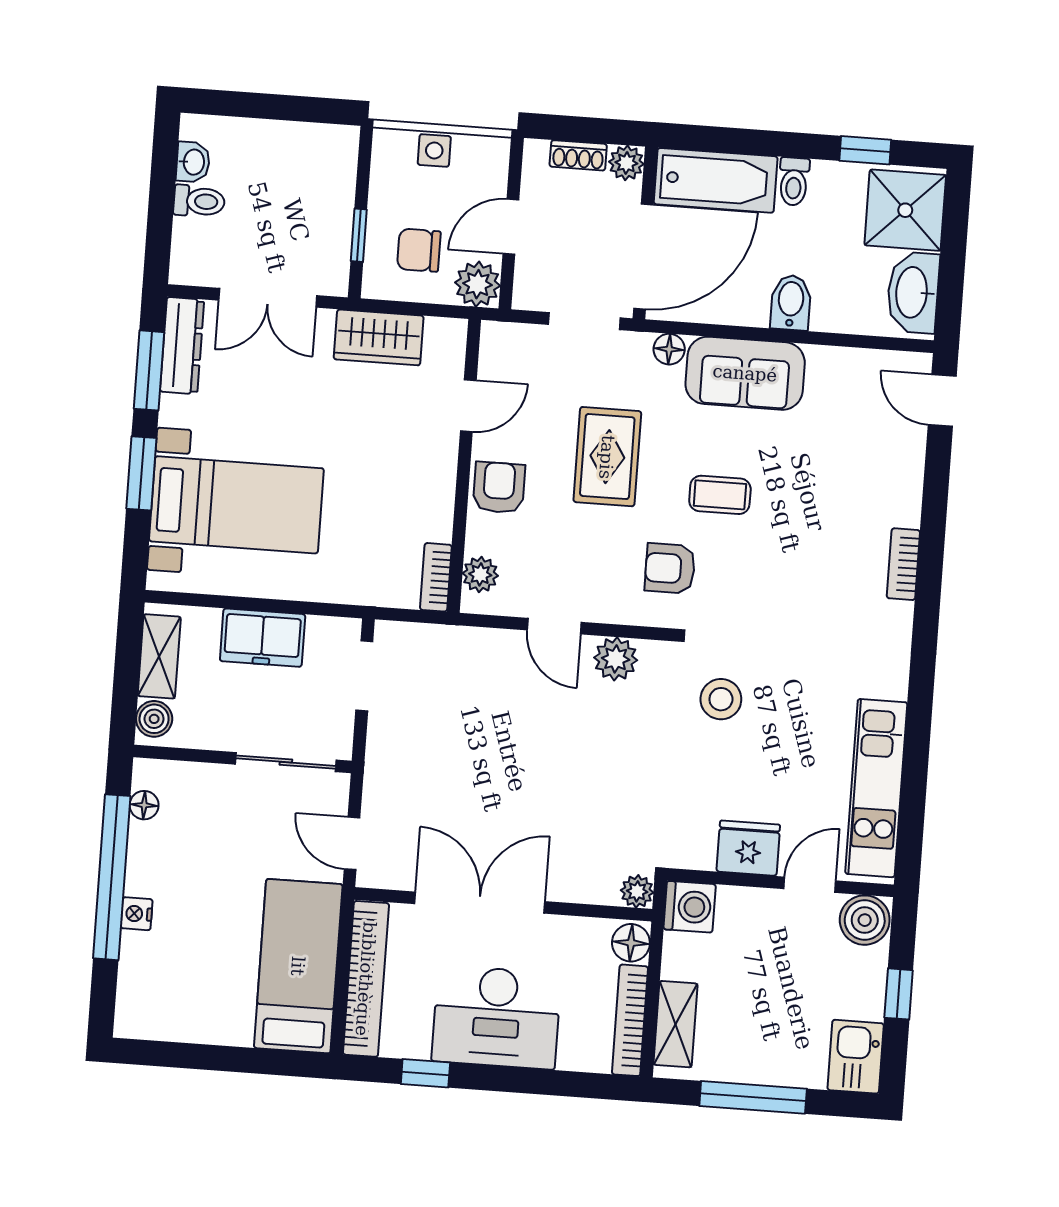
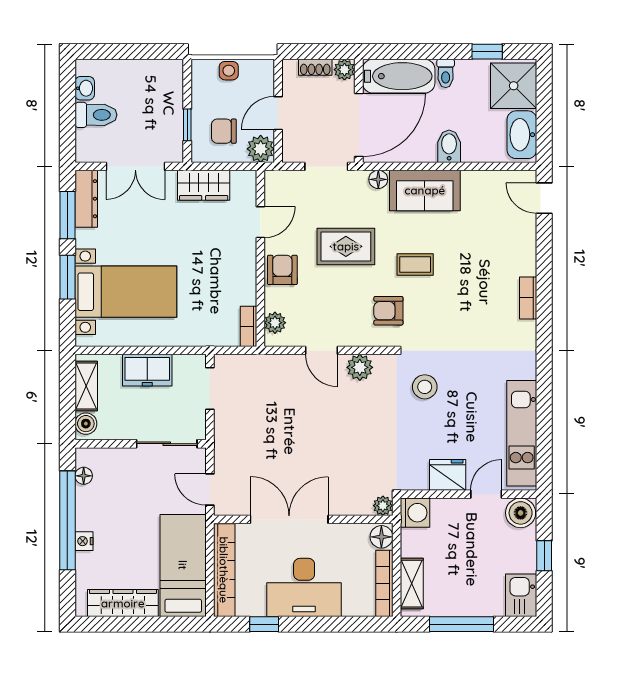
toilet: (199, 201) -> (96, 115), width x1.37, depth x1.39
rug: (607, 457) -> (346, 246), turned 90
wardrobe: (194, 1021) -> (123, 603), added

